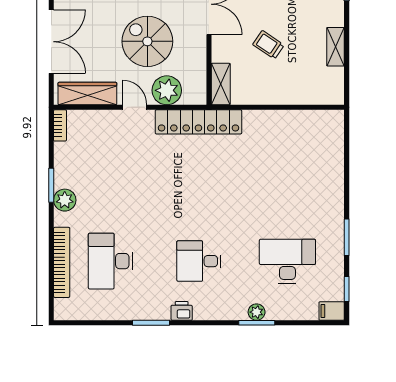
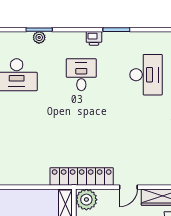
plant: (167, 90) -> (86, 200), moved
door: (134, 107) -> (128, 187), hinge flipped
desk: (199, 261) -> (81, 75), turned -90

